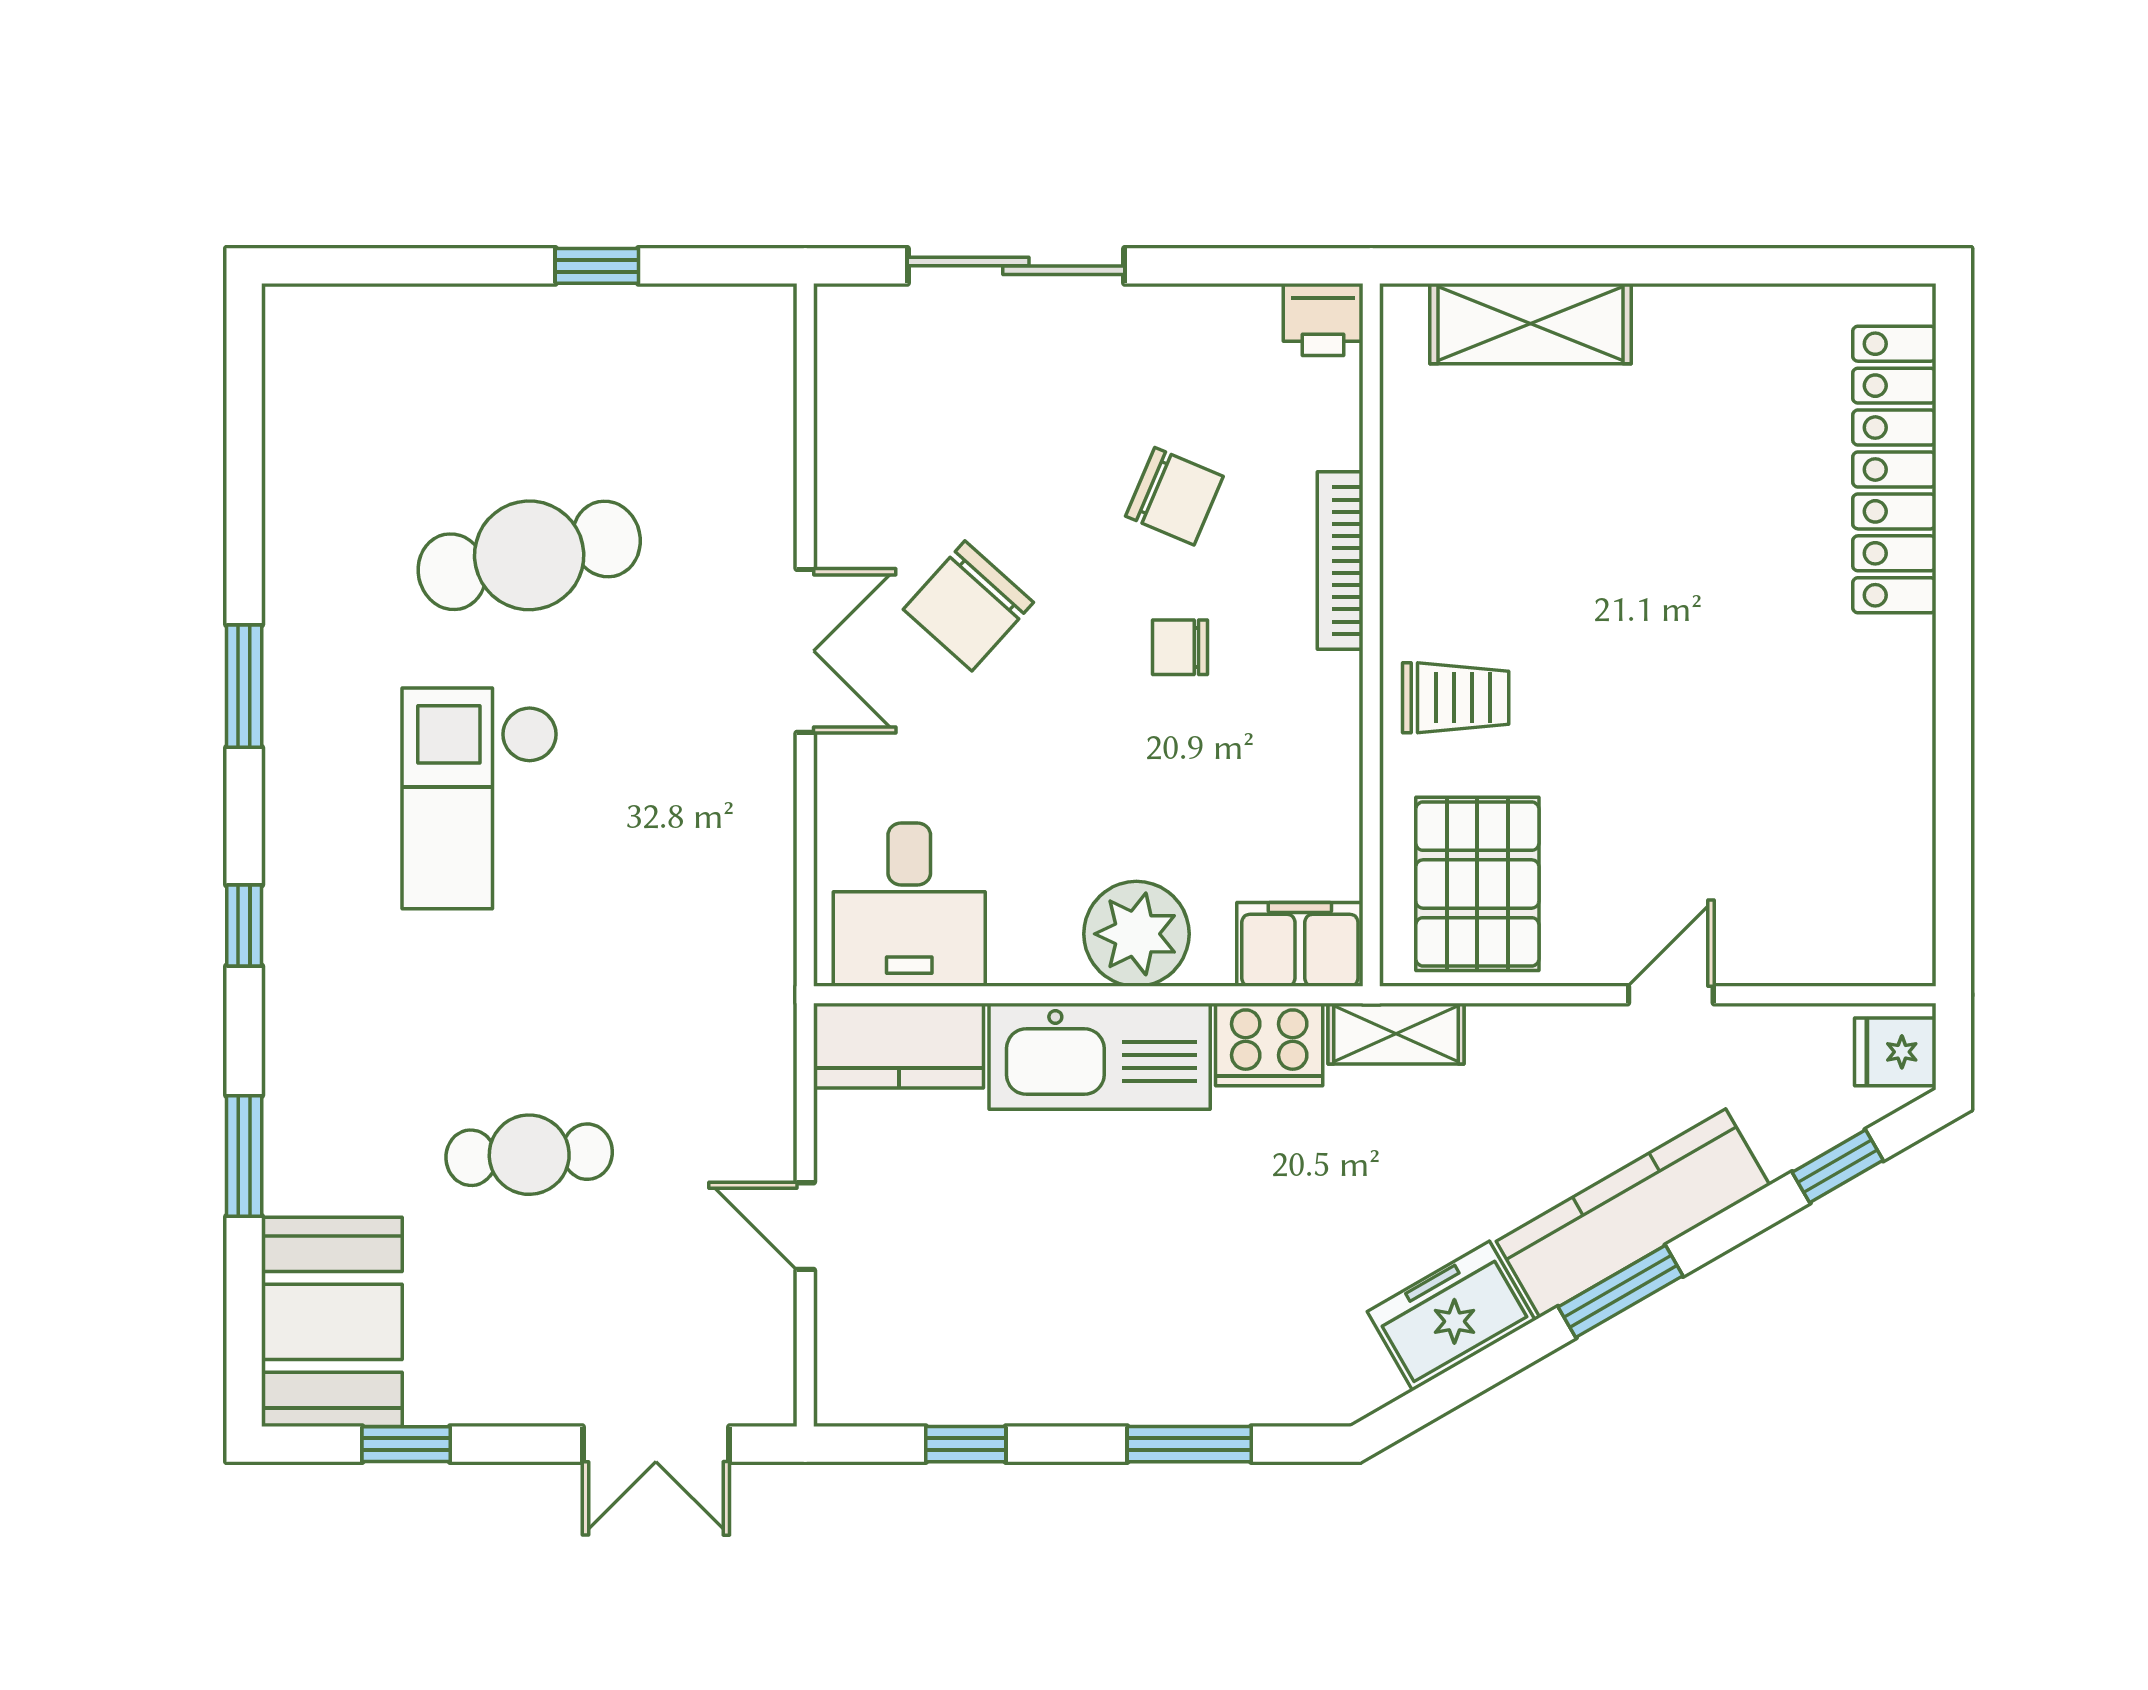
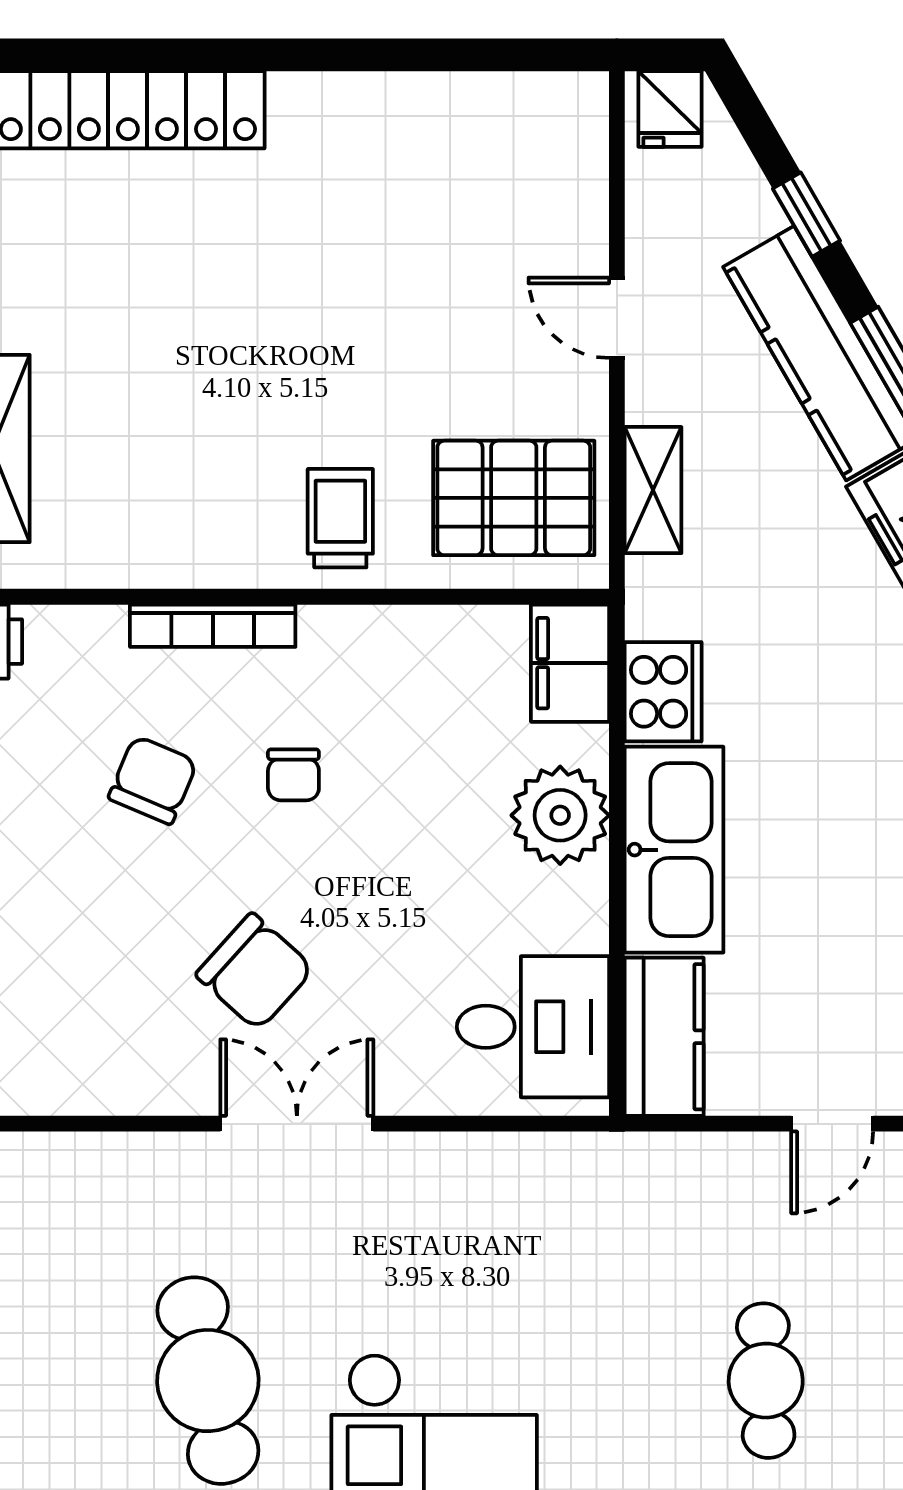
shelving: (1396, 1034) -> (653, 490), moved
window: (1838, 1166) -> (806, 215), moved

